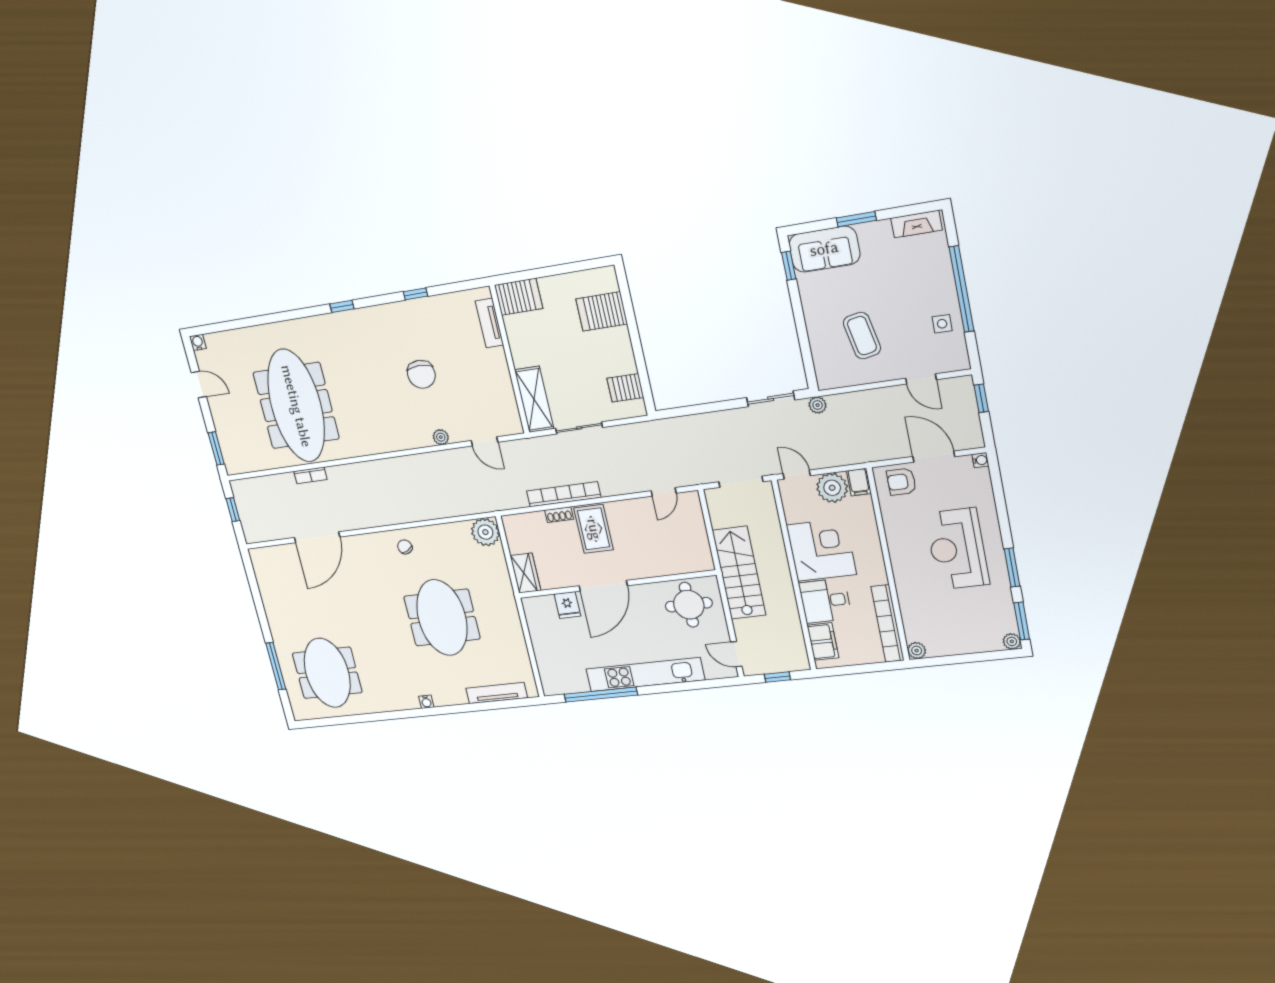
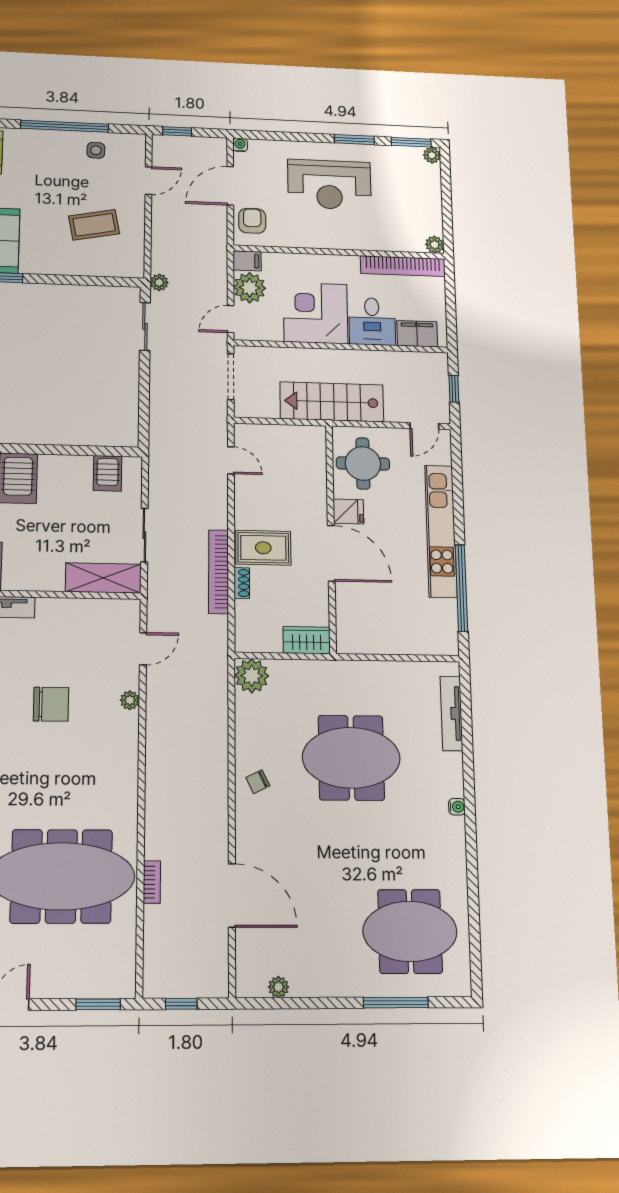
armchair: (901, 482) -> (252, 221), turned 180
plant: (263, 580) -> (279, 987), added
fridge: (567, 605) -> (348, 512), moved

